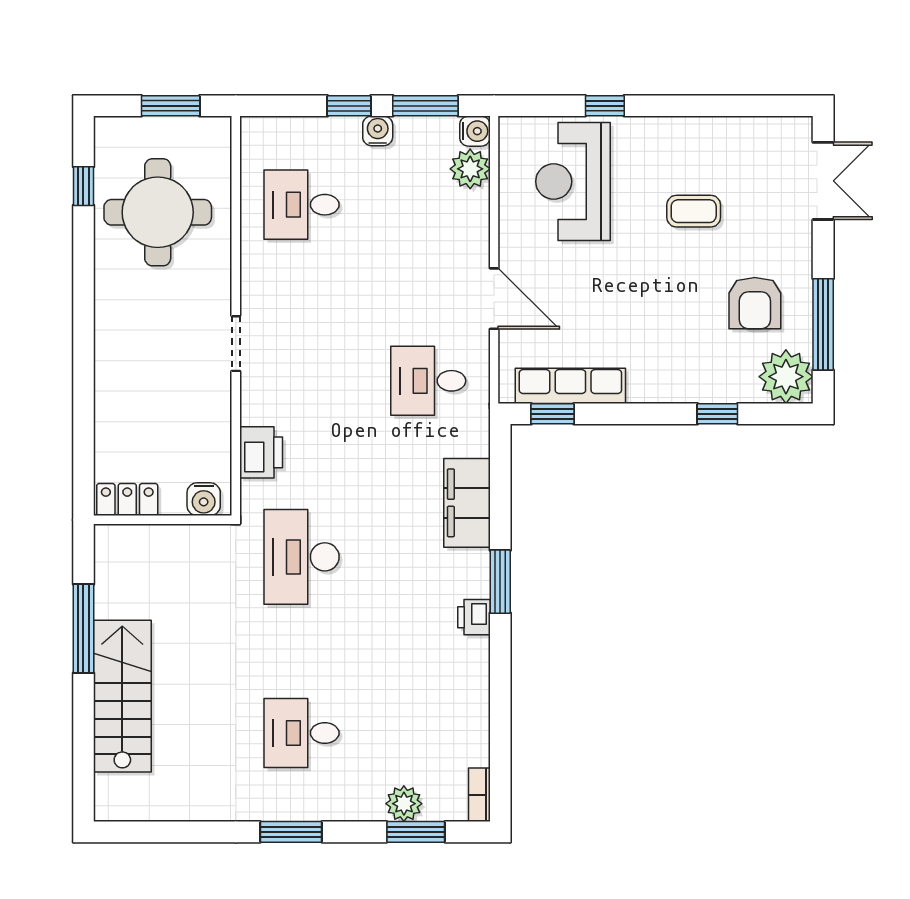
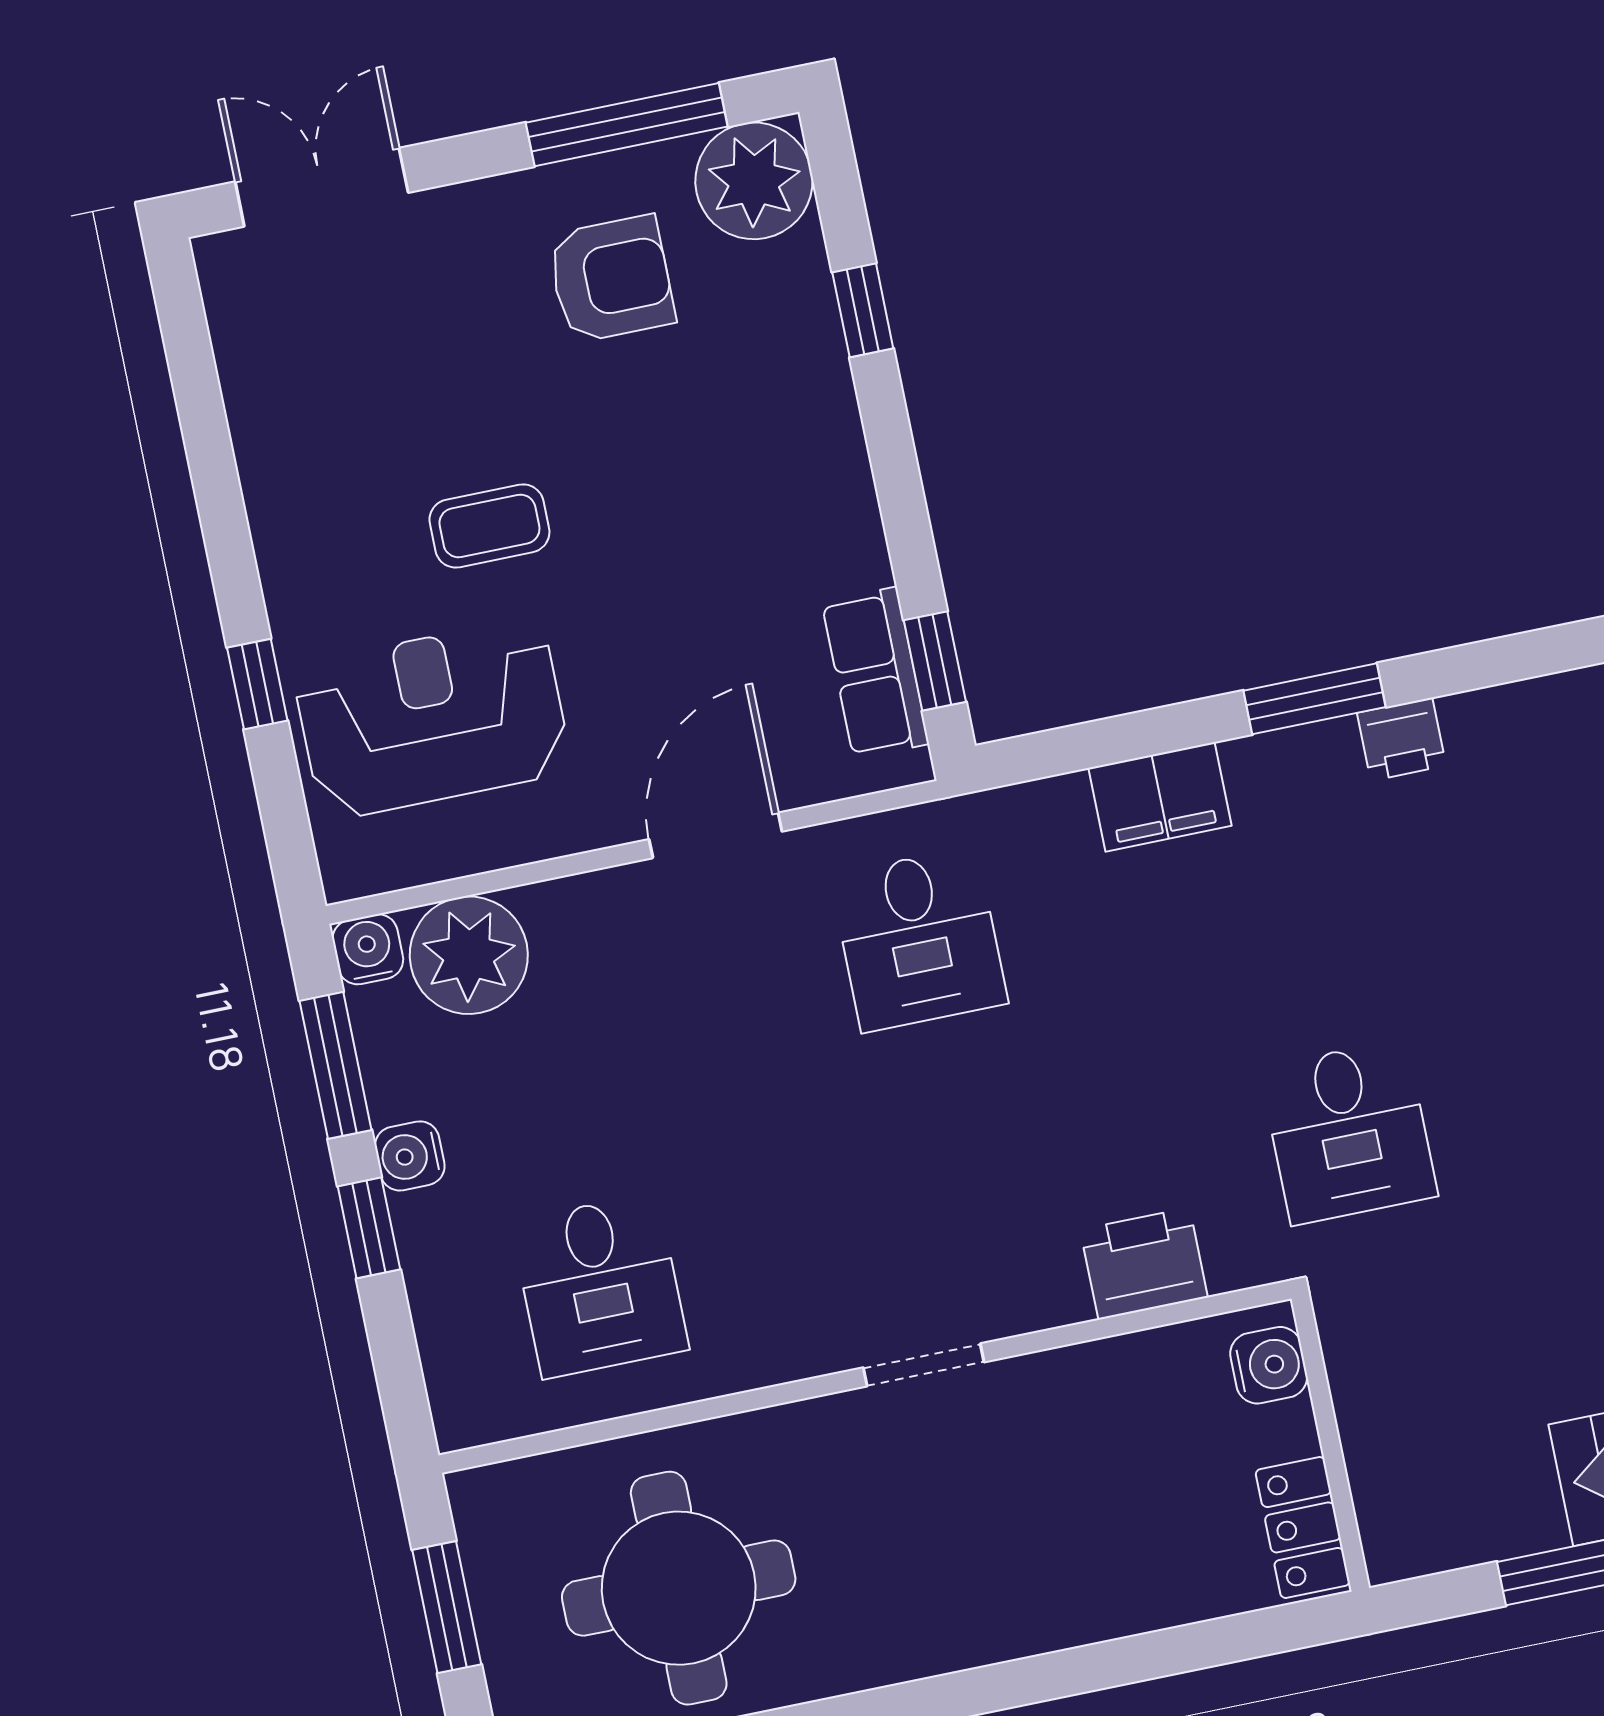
plant: (470, 169) -> (469, 955), width x1.36, depth x1.36
reception desk: (573, 181) -> (432, 719), turned 180
coffee table: (694, 211) -> (489, 526), moved, turned 90
row of seats: (570, 386) -> (875, 673), width x0.68
filing cabinet: (467, 503) -> (1160, 797), width x0.67, depth x0.86
desk: (302, 557) -> (1349, 1132), width x0.73

